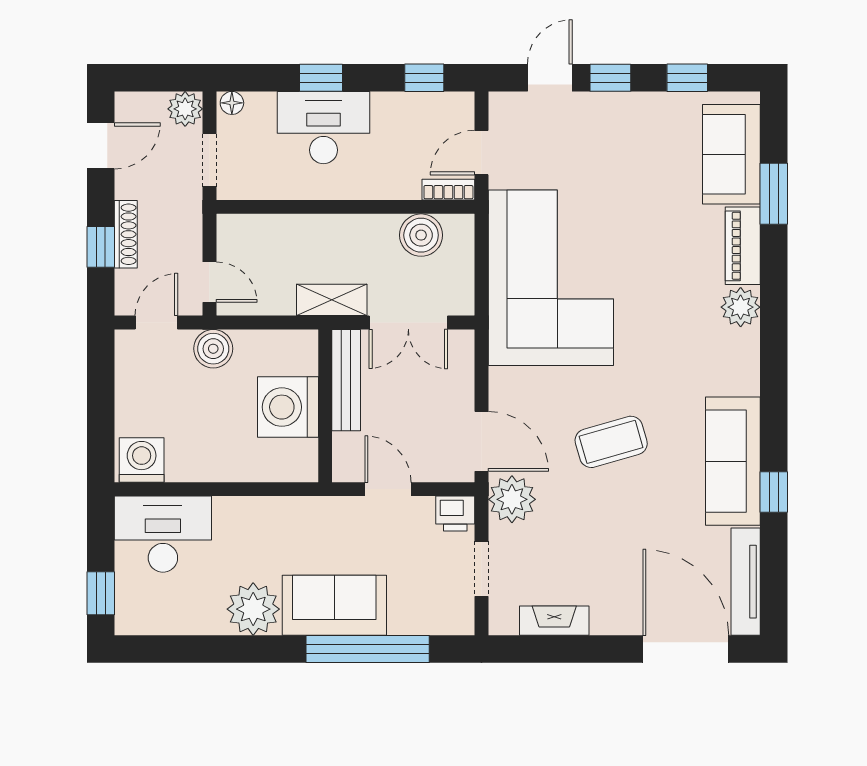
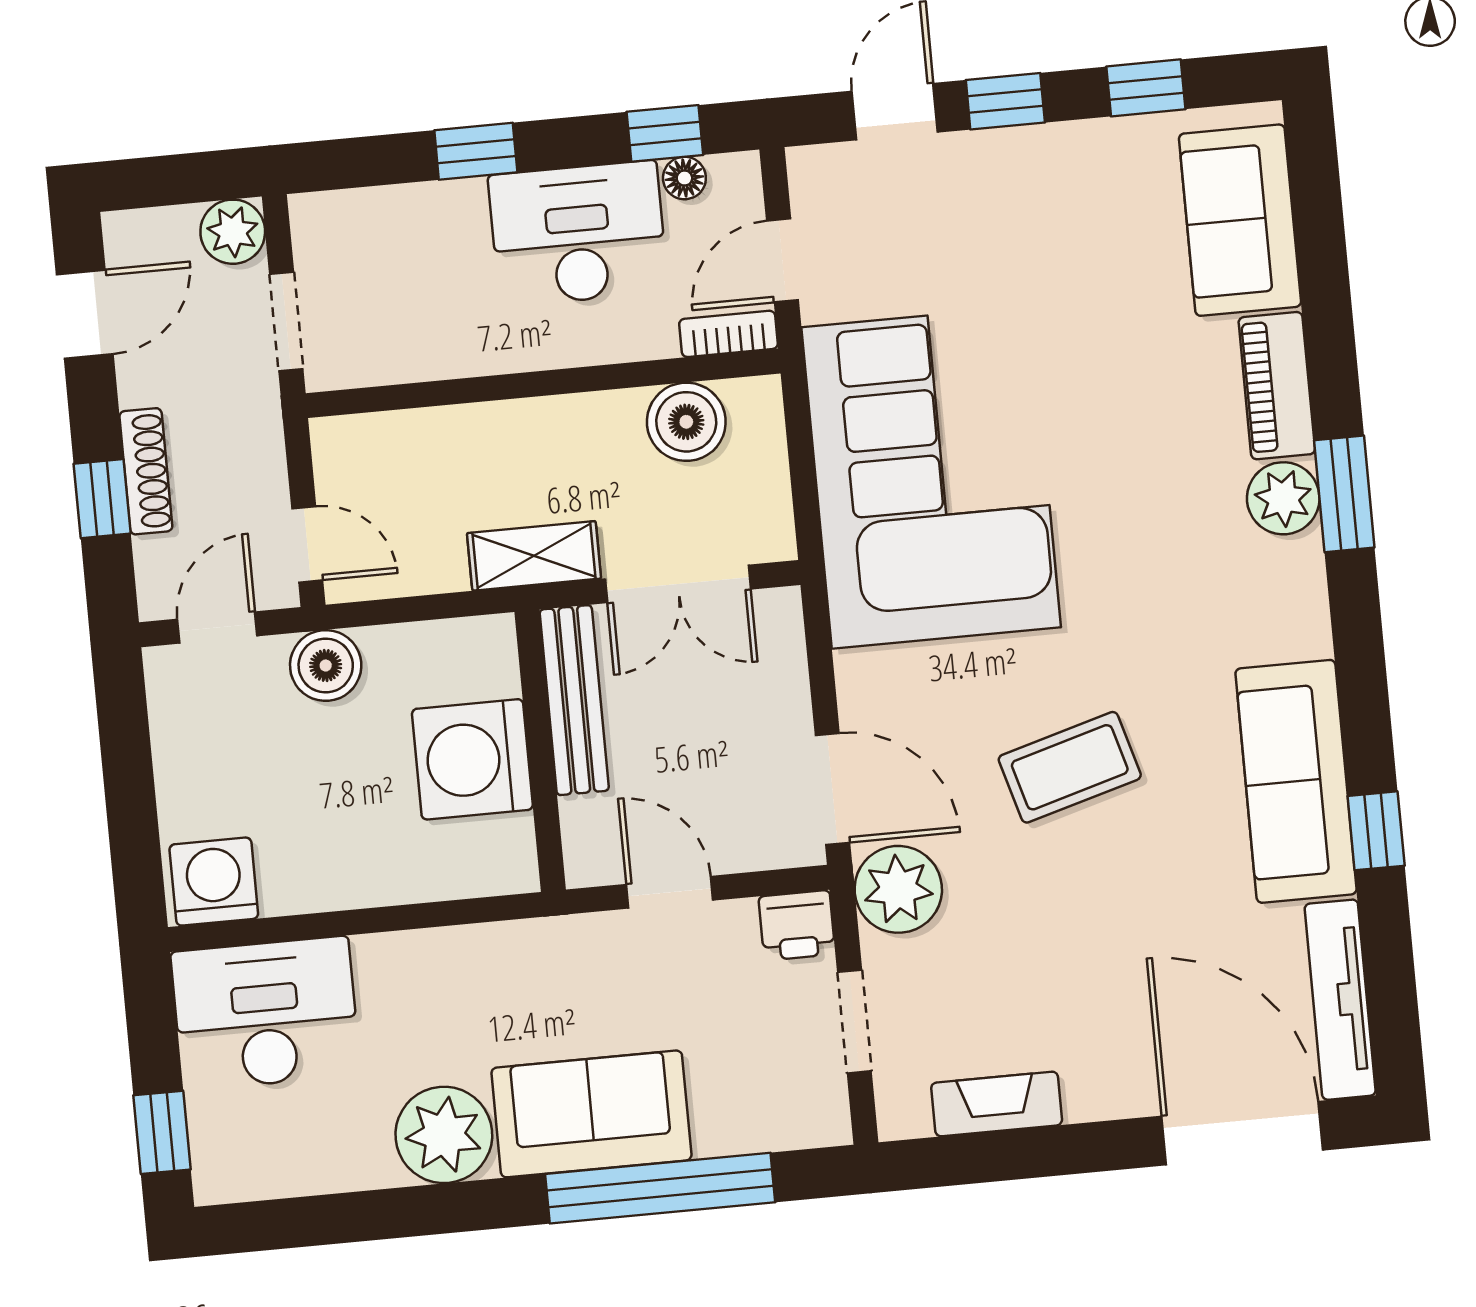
floor lamp: (232, 103) -> (684, 178), moved
desk: (323, 128) -> (578, 234), moved
window: (774, 194) -> (1344, 494), moved

